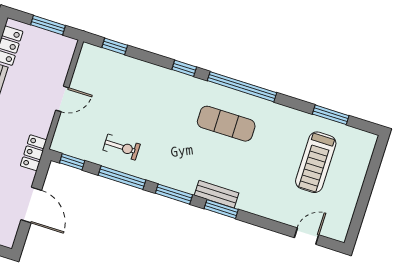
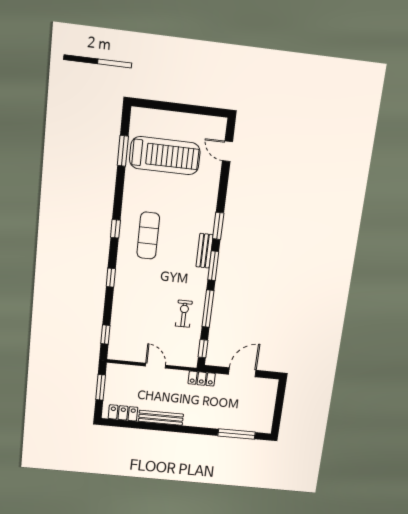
window: (242, 87) -> (115, 229), width x0.32
treadmill: (316, 162) -> (165, 156), width x1.37, depth x1.38
bench: (217, 194) -> (205, 251), moved

